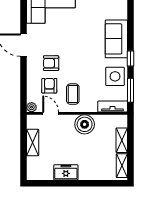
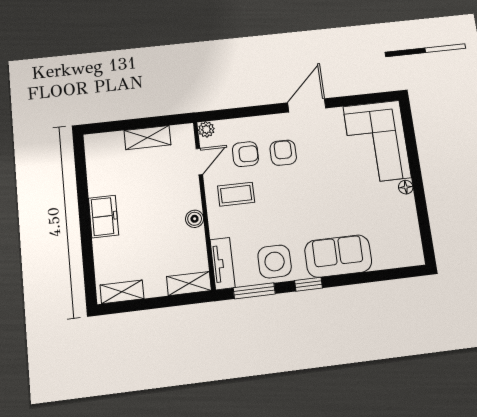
boiler: (85, 124) -> (195, 219), width x0.54, depth x0.54
shelving: (122, 140) -> (189, 284), moved
freezer: (66, 172) -> (104, 216), moved

